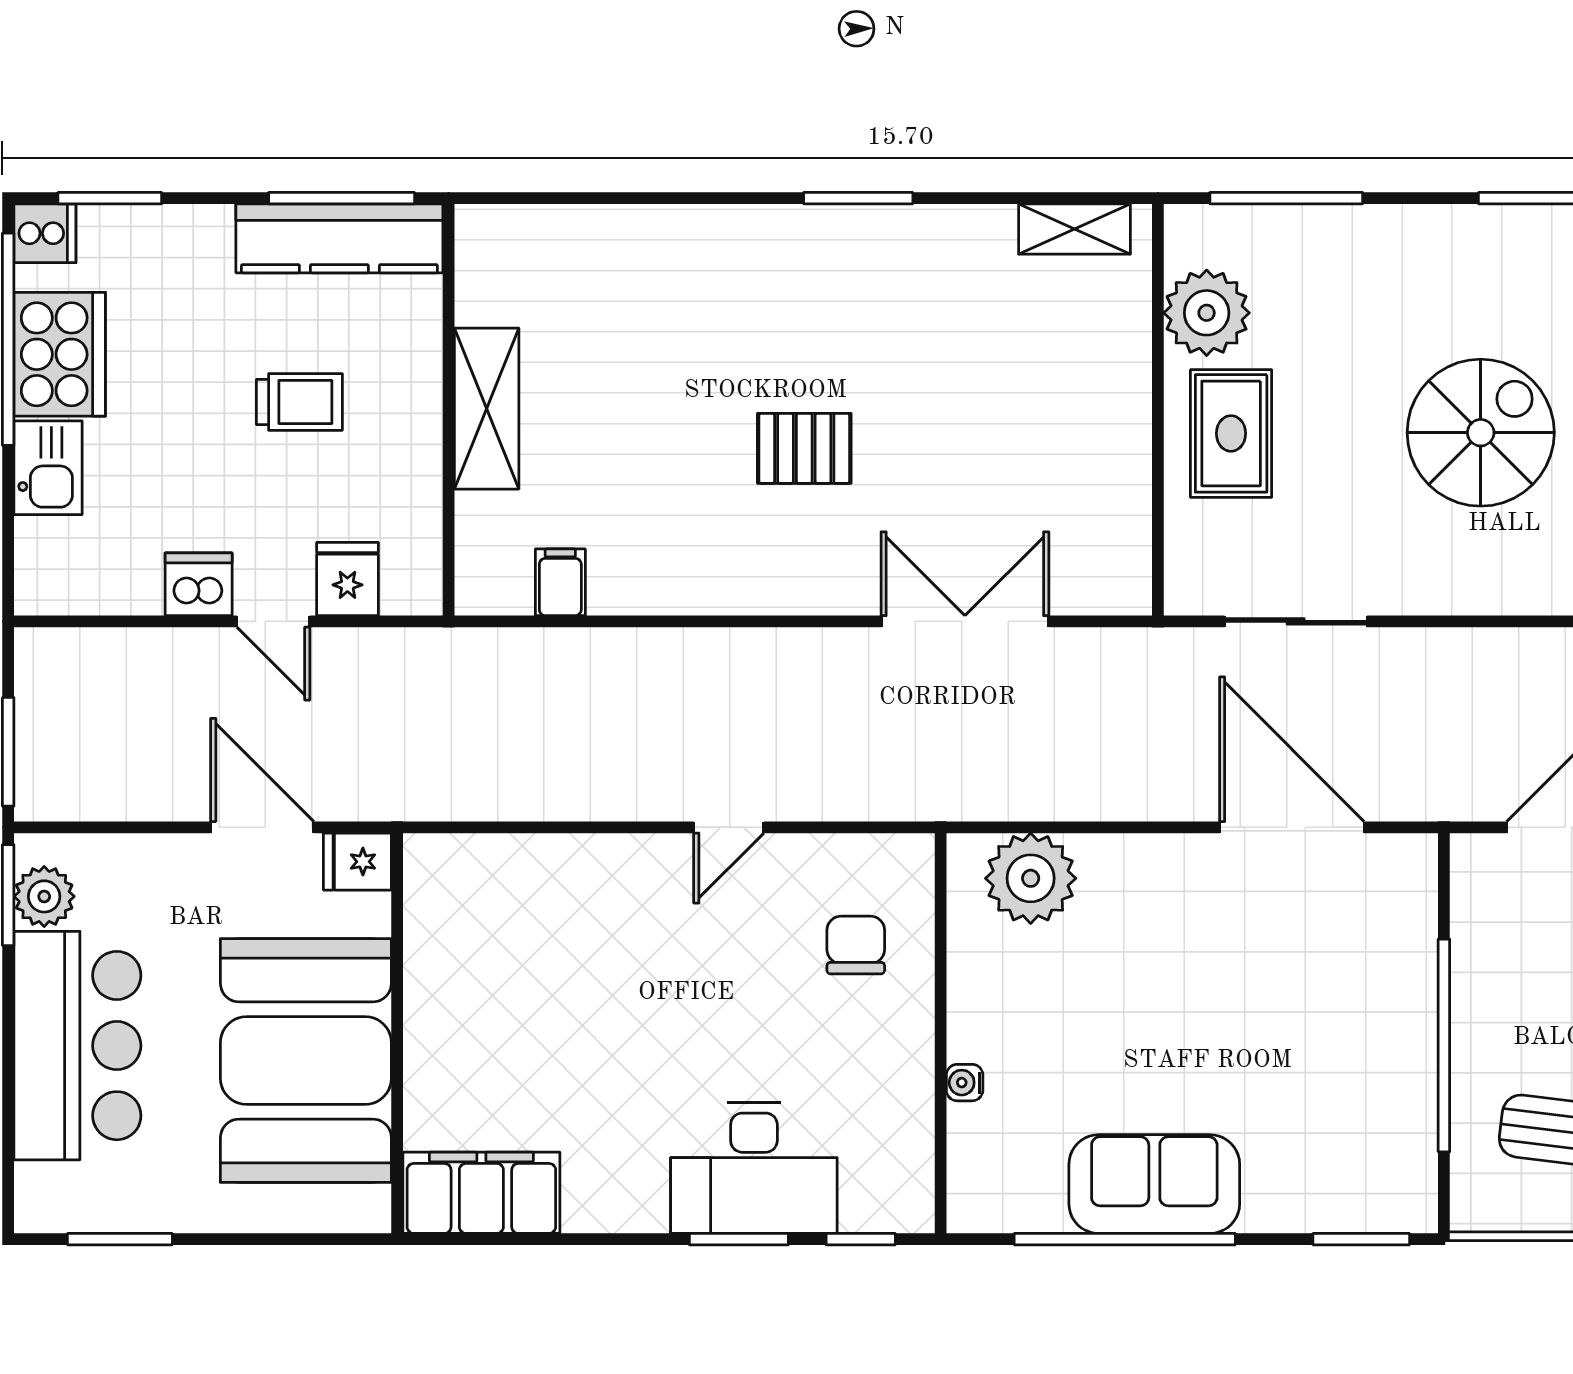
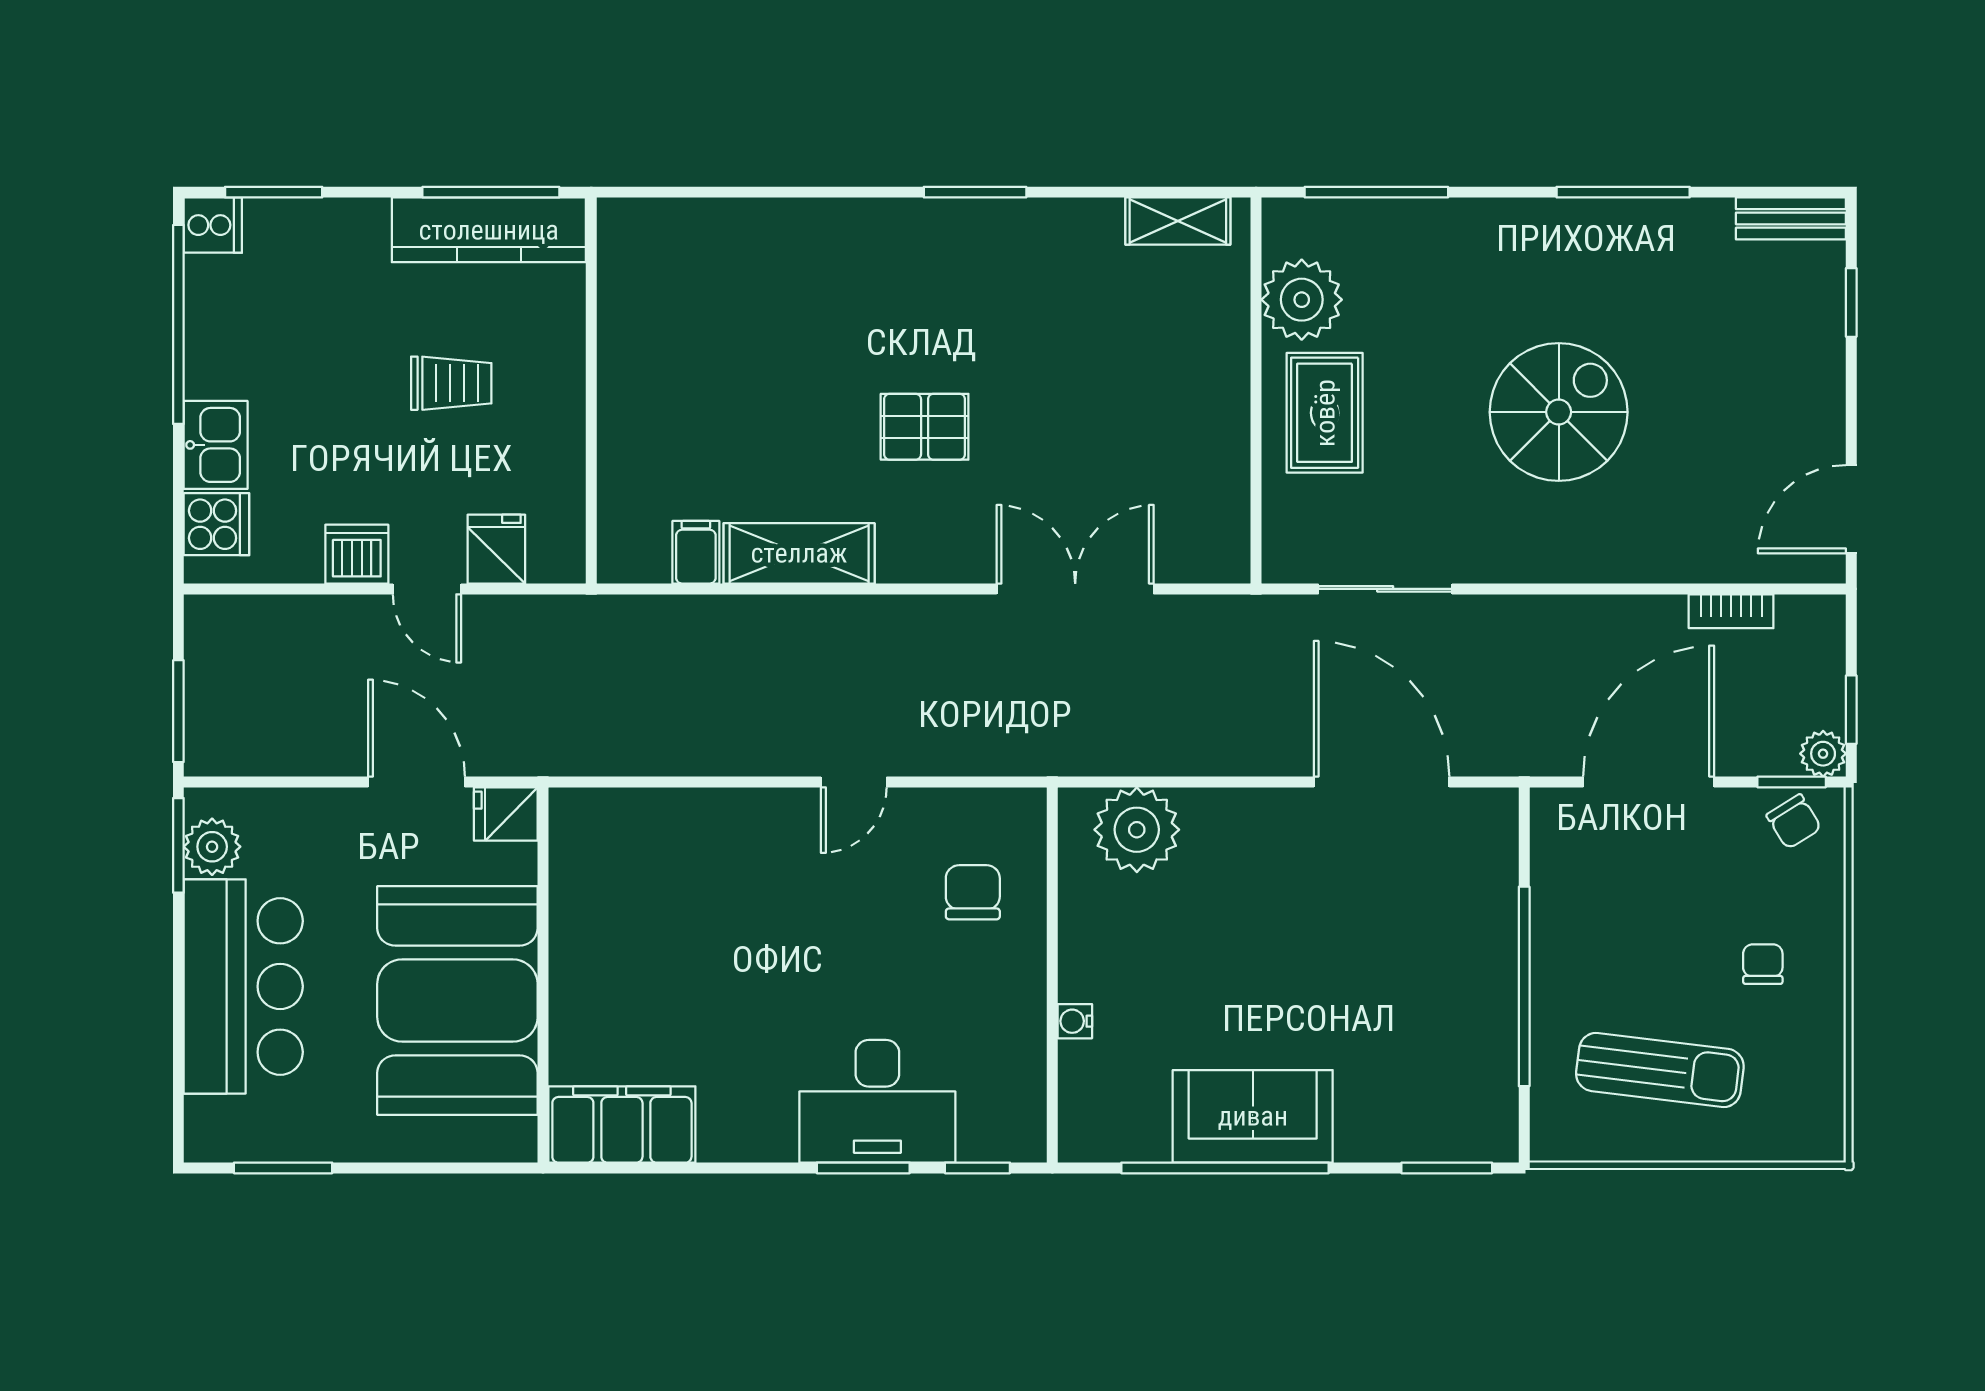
cooker: (60, 354) -> (216, 524), moved, width x0.53, depth x0.76
shelving: (487, 409) -> (799, 553), moved, turned 90

